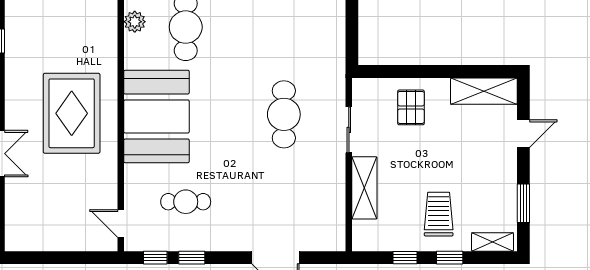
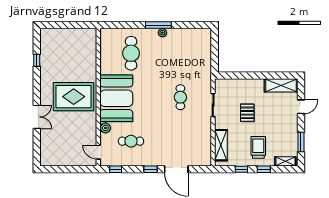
plant: (135, 22) -> (105, 128), moved
pallet: (411, 107) -> (247, 113), moved
rug: (72, 113) -> (74, 97), turned 90
cafe table: (284, 114) -> (180, 97), width x0.73, depth x0.74
shelving: (364, 188) -> (221, 145), moved
window: (192, 258) -> (151, 169), moved

